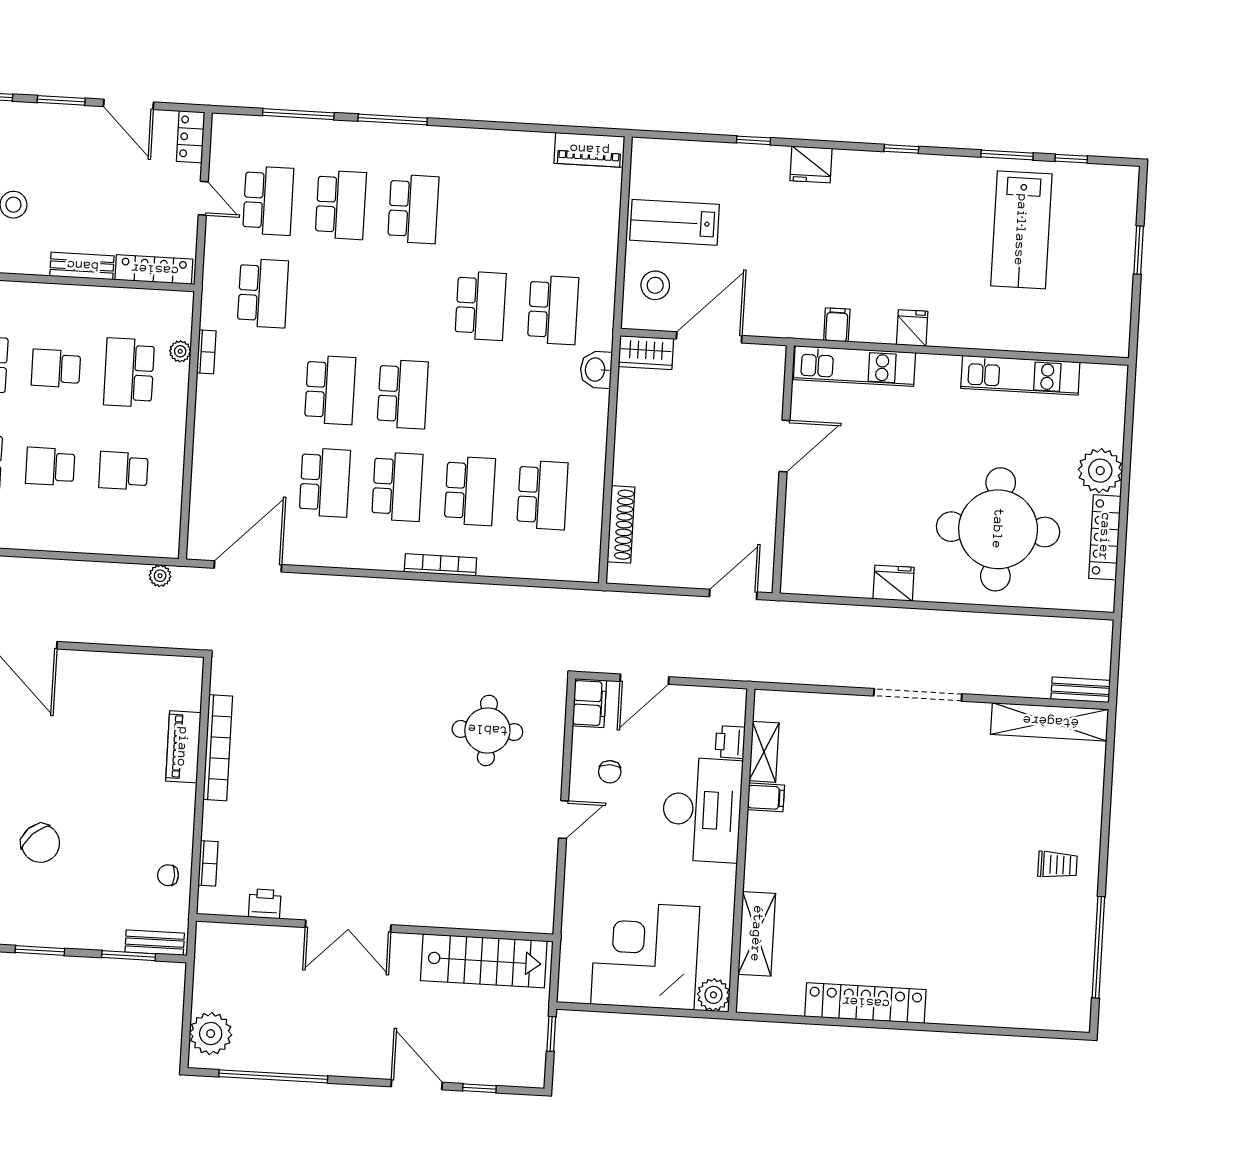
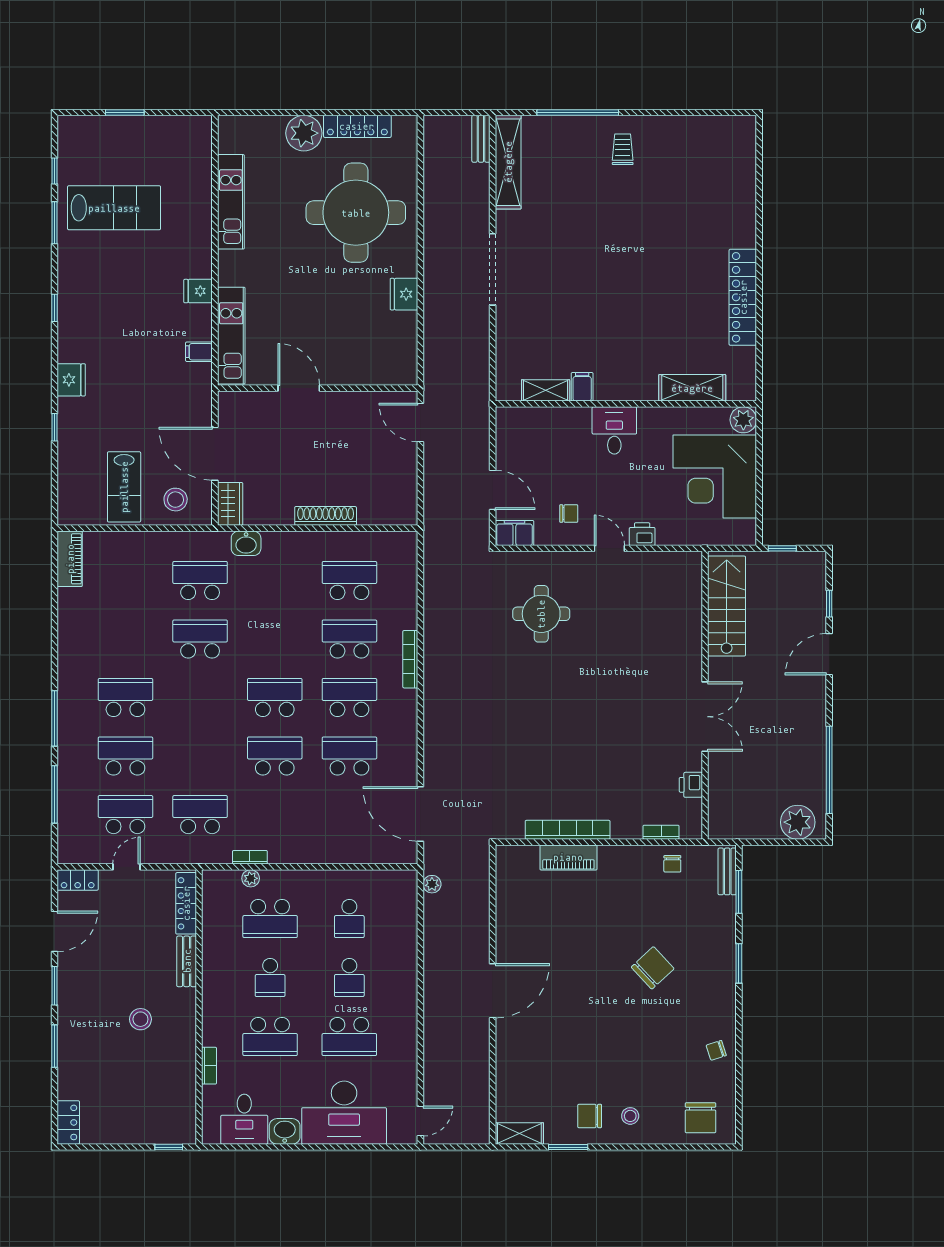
shoe rack: (621, 524) -> (326, 516), moved
printer: (730, 742) -> (642, 534), moved, turned 180
desk: (702, 810) -> (614, 430), width x0.53, depth x0.77
window: (1098, 947) -> (578, 113), moved

